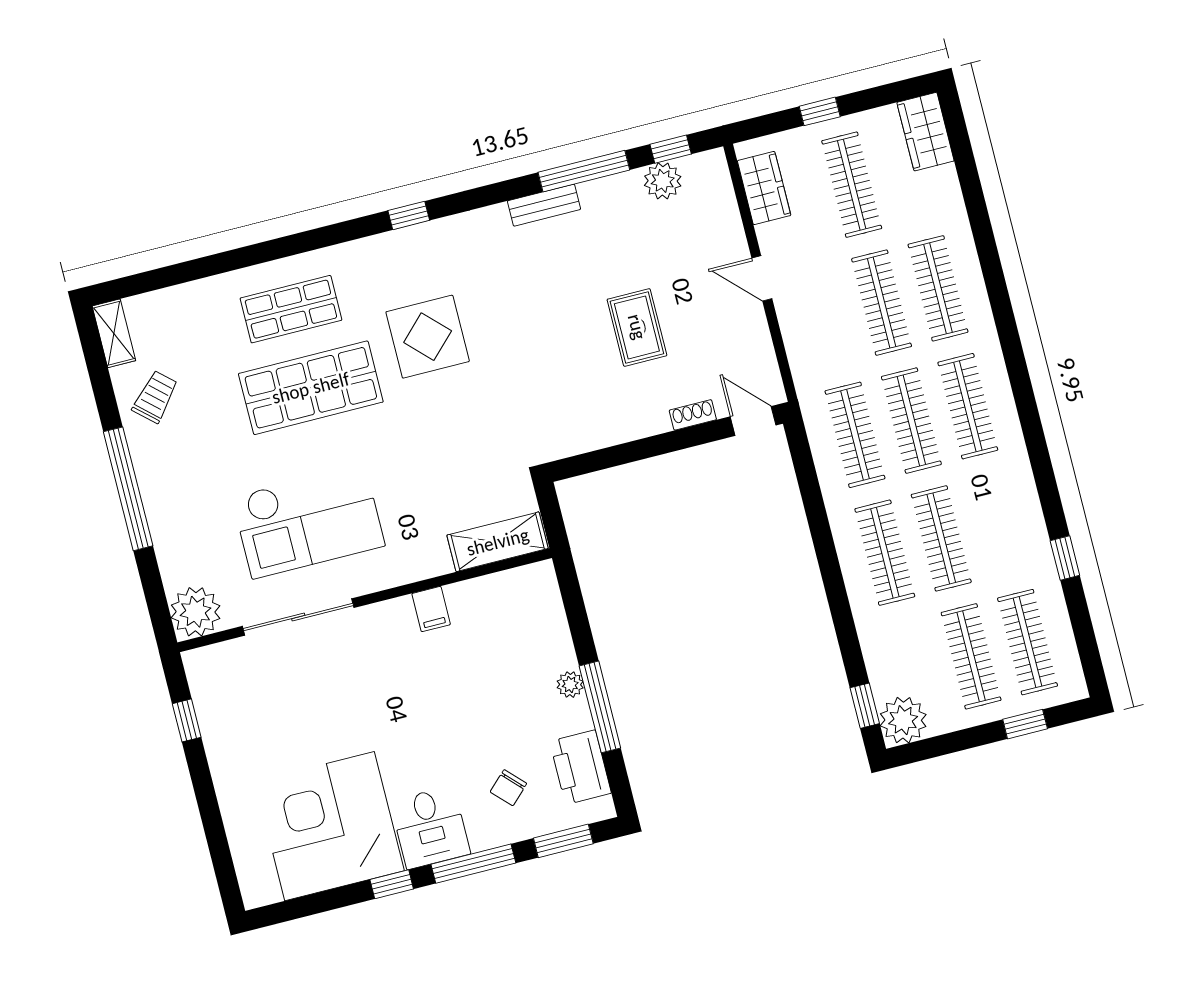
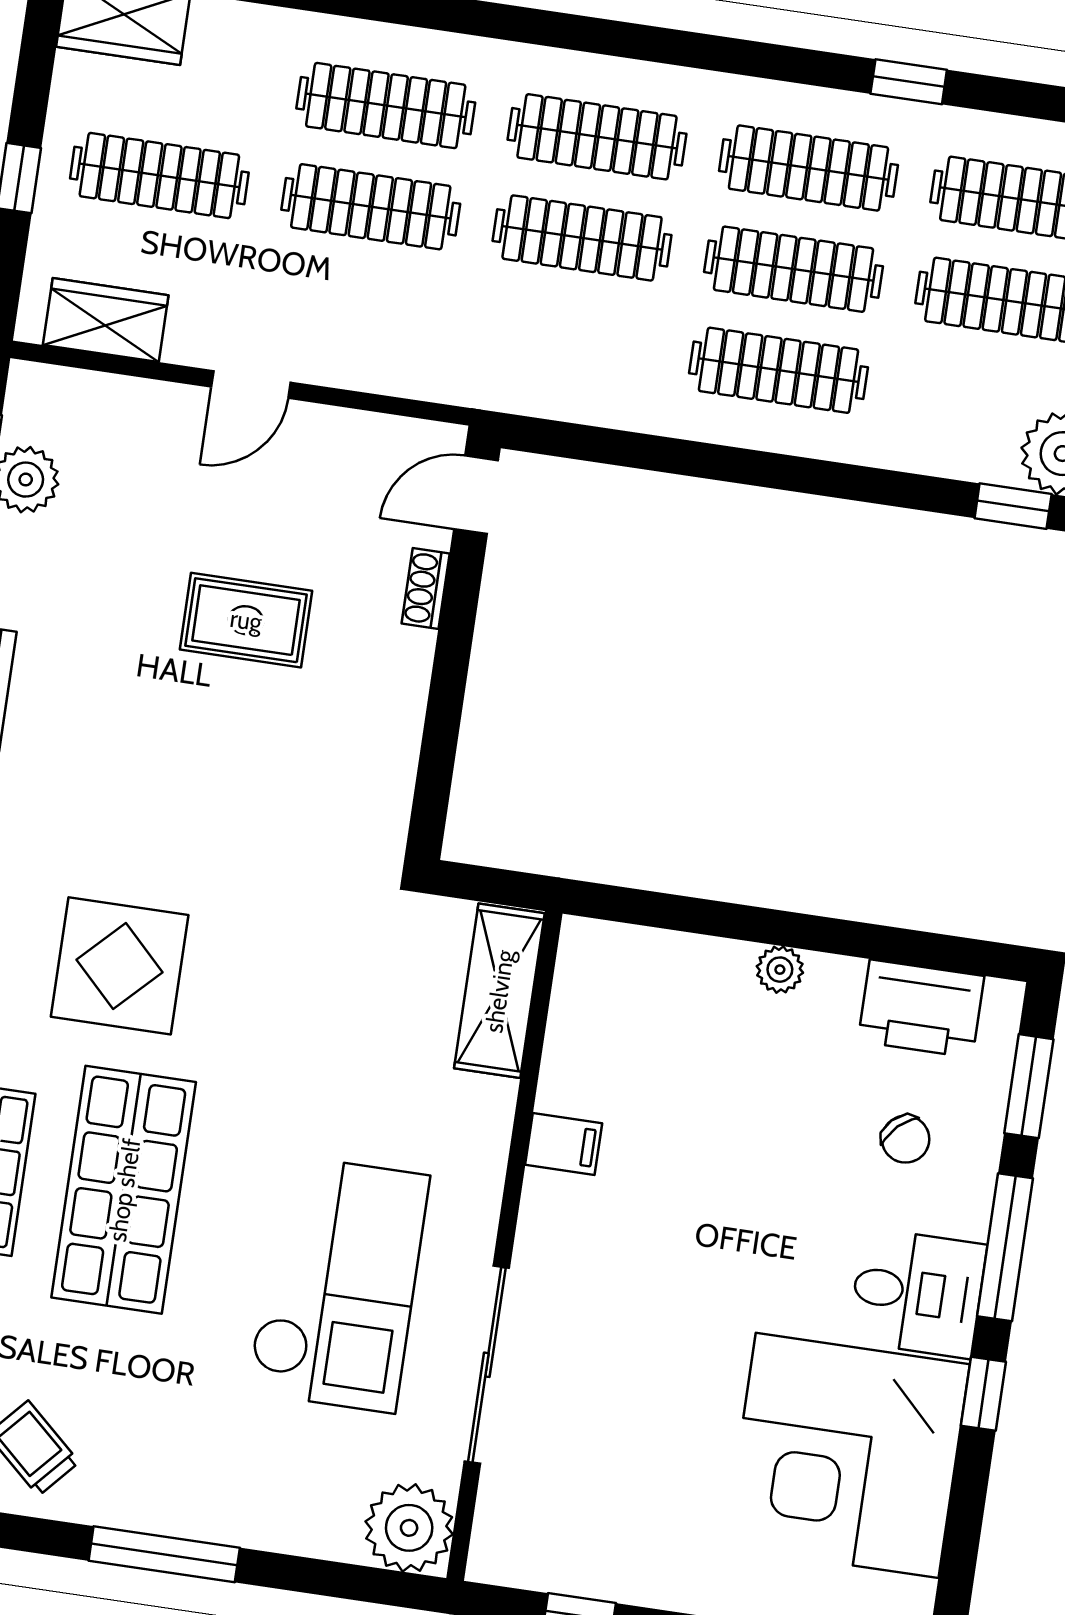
clothes rail: (855, 435) -> (808, 168), moved
window: (128, 489) -> (164, 1554), width x0.68
window: (600, 707) -> (836, 936), removed

